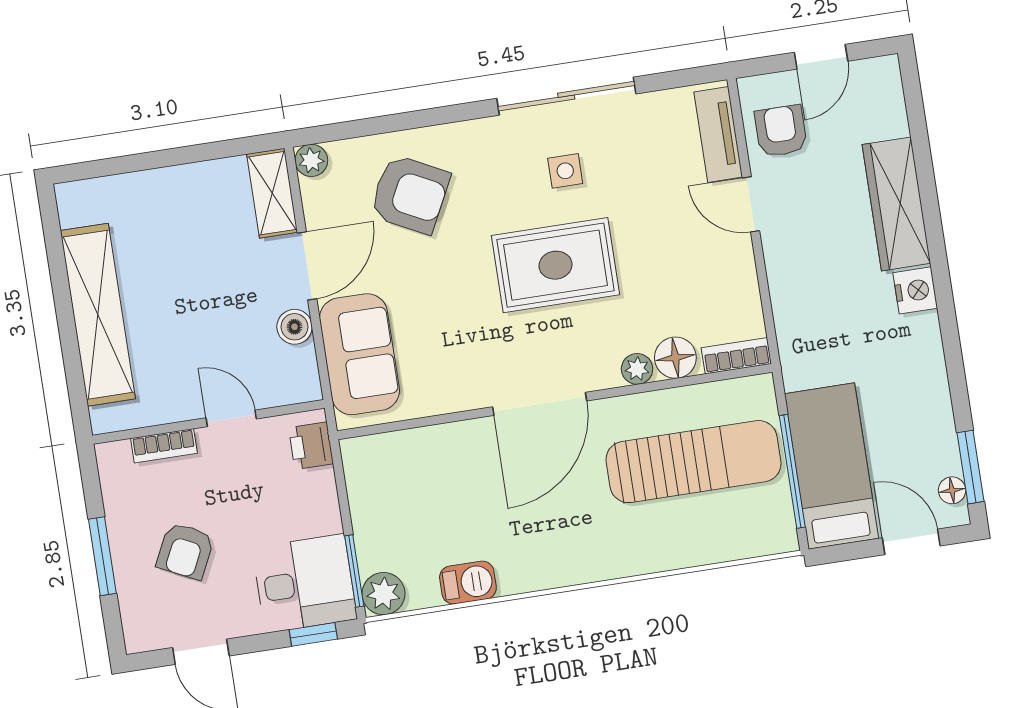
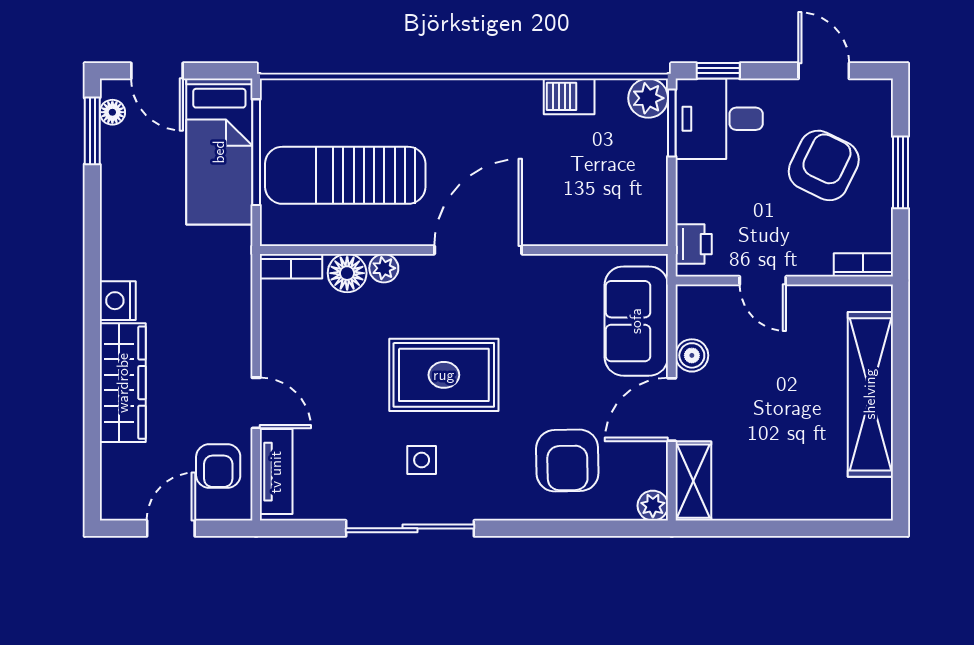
armchair: (410, 194) -> (567, 461), turned -118
bookcase: (164, 446) -> (863, 265), moved
armchair: (185, 551) -> (824, 165), width x1.38, depth x1.38

